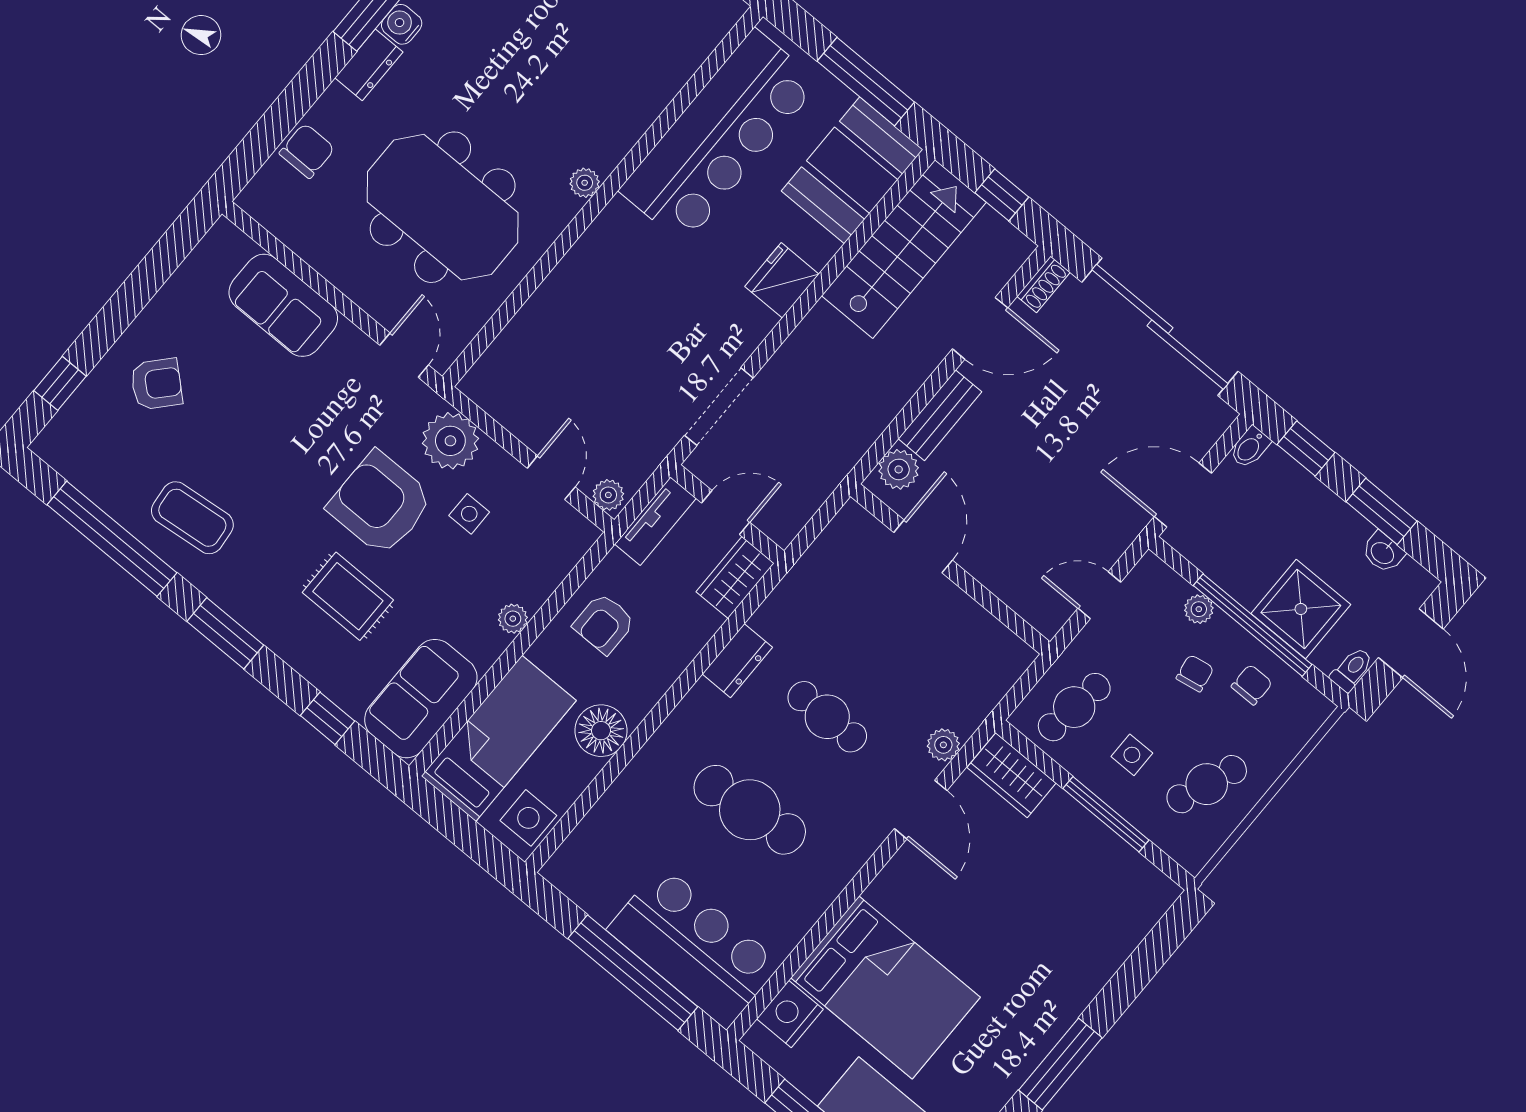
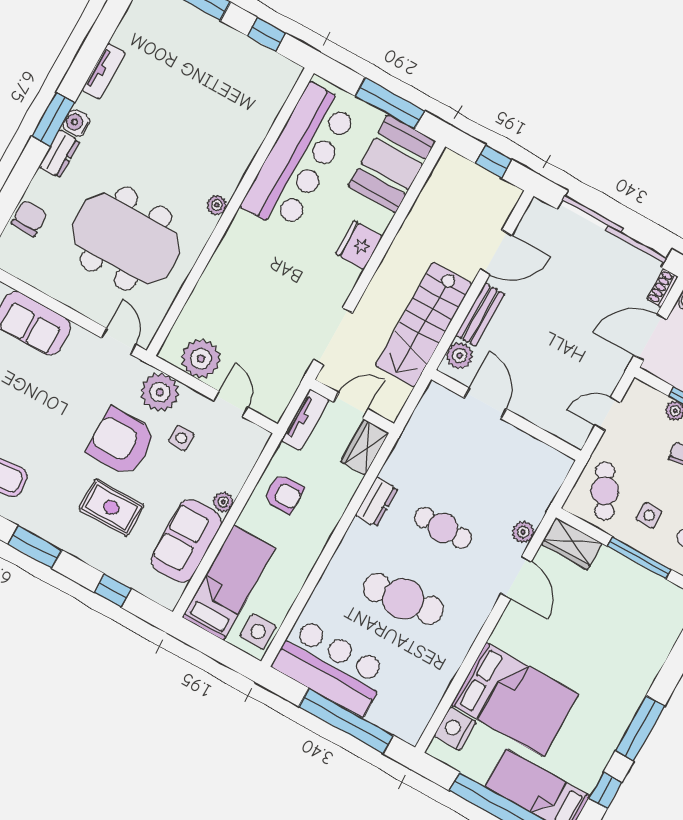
stairs: (904, 249) -> (424, 325), moved, turned 180
shoe rack: (1044, 284) -> (662, 288), moved, turned 180
plant: (608, 495) -> (201, 359), moved, width x1.88, depth x1.88
armchair: (604, 624) -> (284, 494), turned -90
sofa: (421, 699) -> (186, 541), moved
cafe table: (1074, 707) -> (605, 491), turned -36
floor lamp: (601, 731) -> (295, 565), removed
bar counter: (694, 947) -> (331, 667), moved

